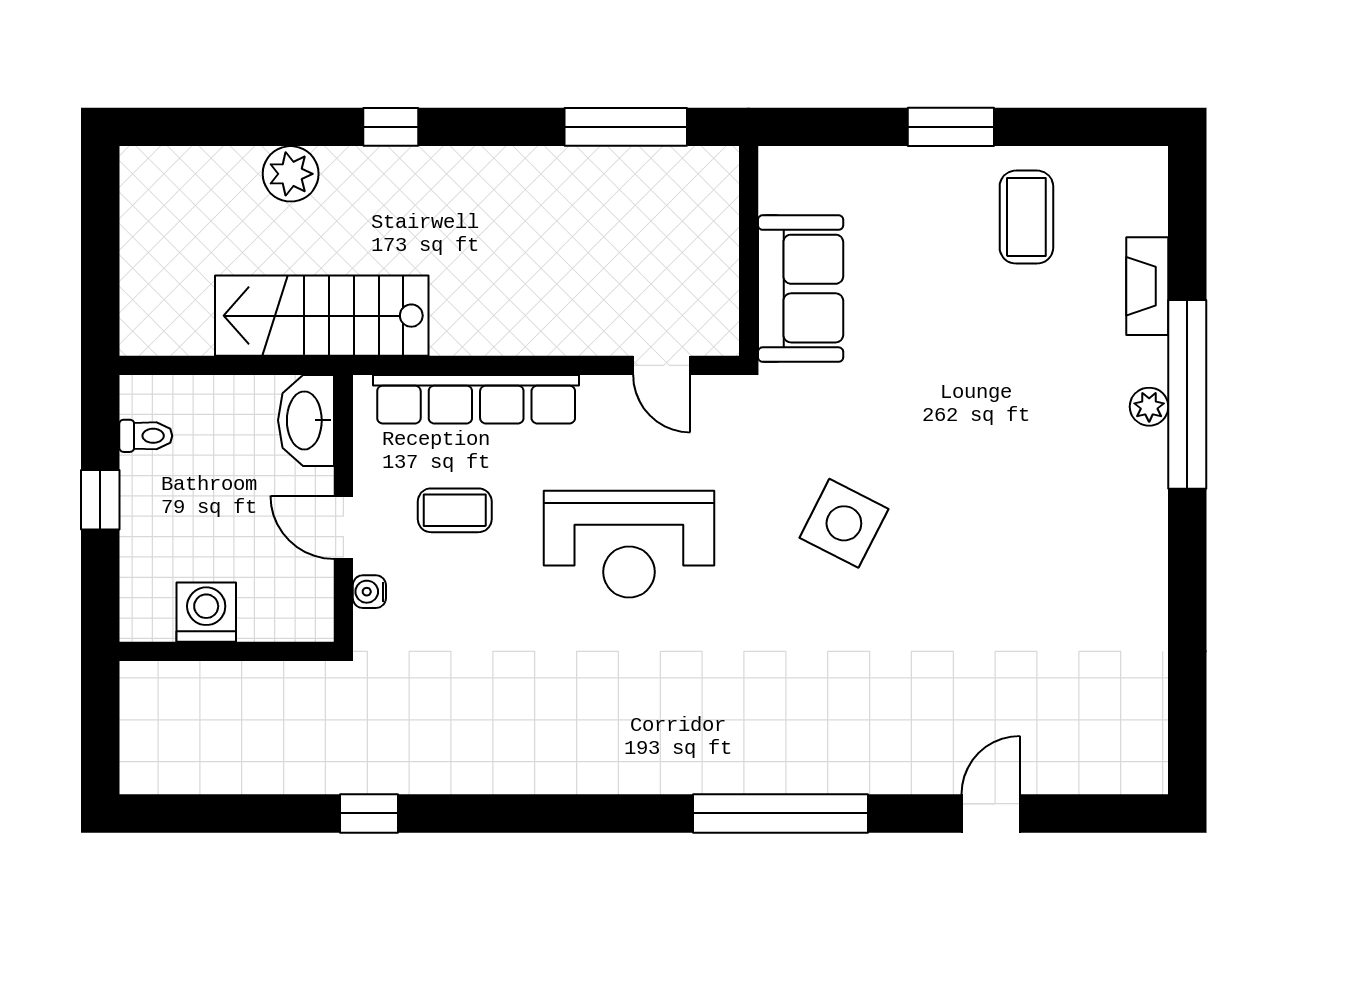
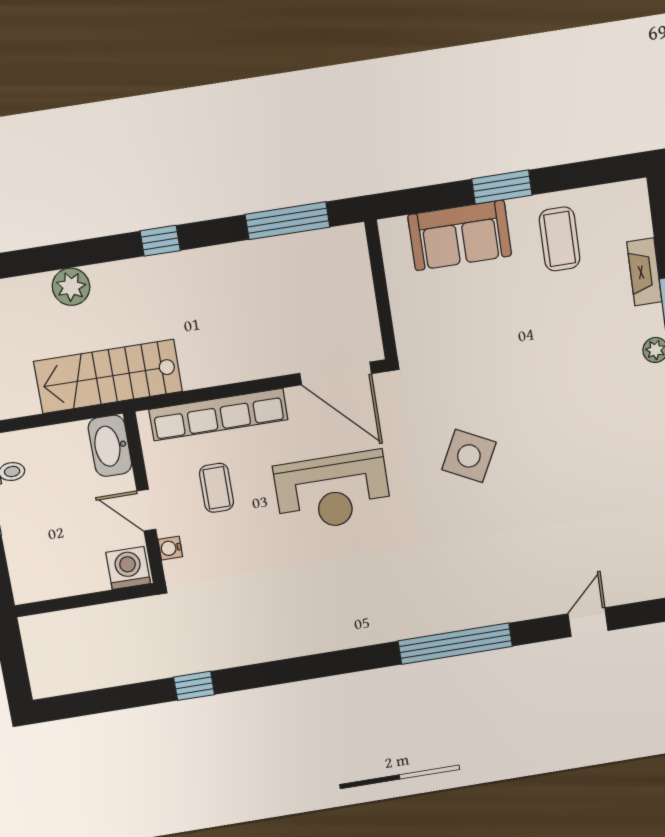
window: (391, 127) -> (160, 241), moved
sofa: (801, 289) -> (460, 235), moved, turned 90
door: (662, 365) -> (336, 373), width x1.87
coffee table: (455, 510) -> (217, 488), turned 90
washing machine: (206, 612) -> (128, 568), moved

